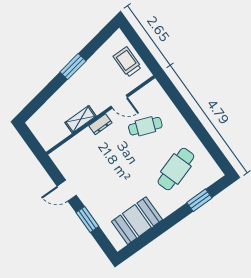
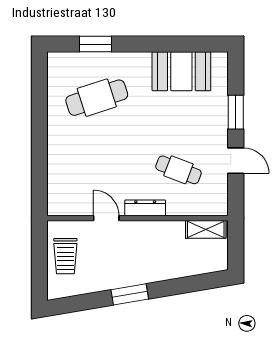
shelving: (80, 119) -> (206, 229), moved
dresser: (100, 124) -> (145, 208), width x1.44
cafe table: (145, 126) -> (178, 170), moved

